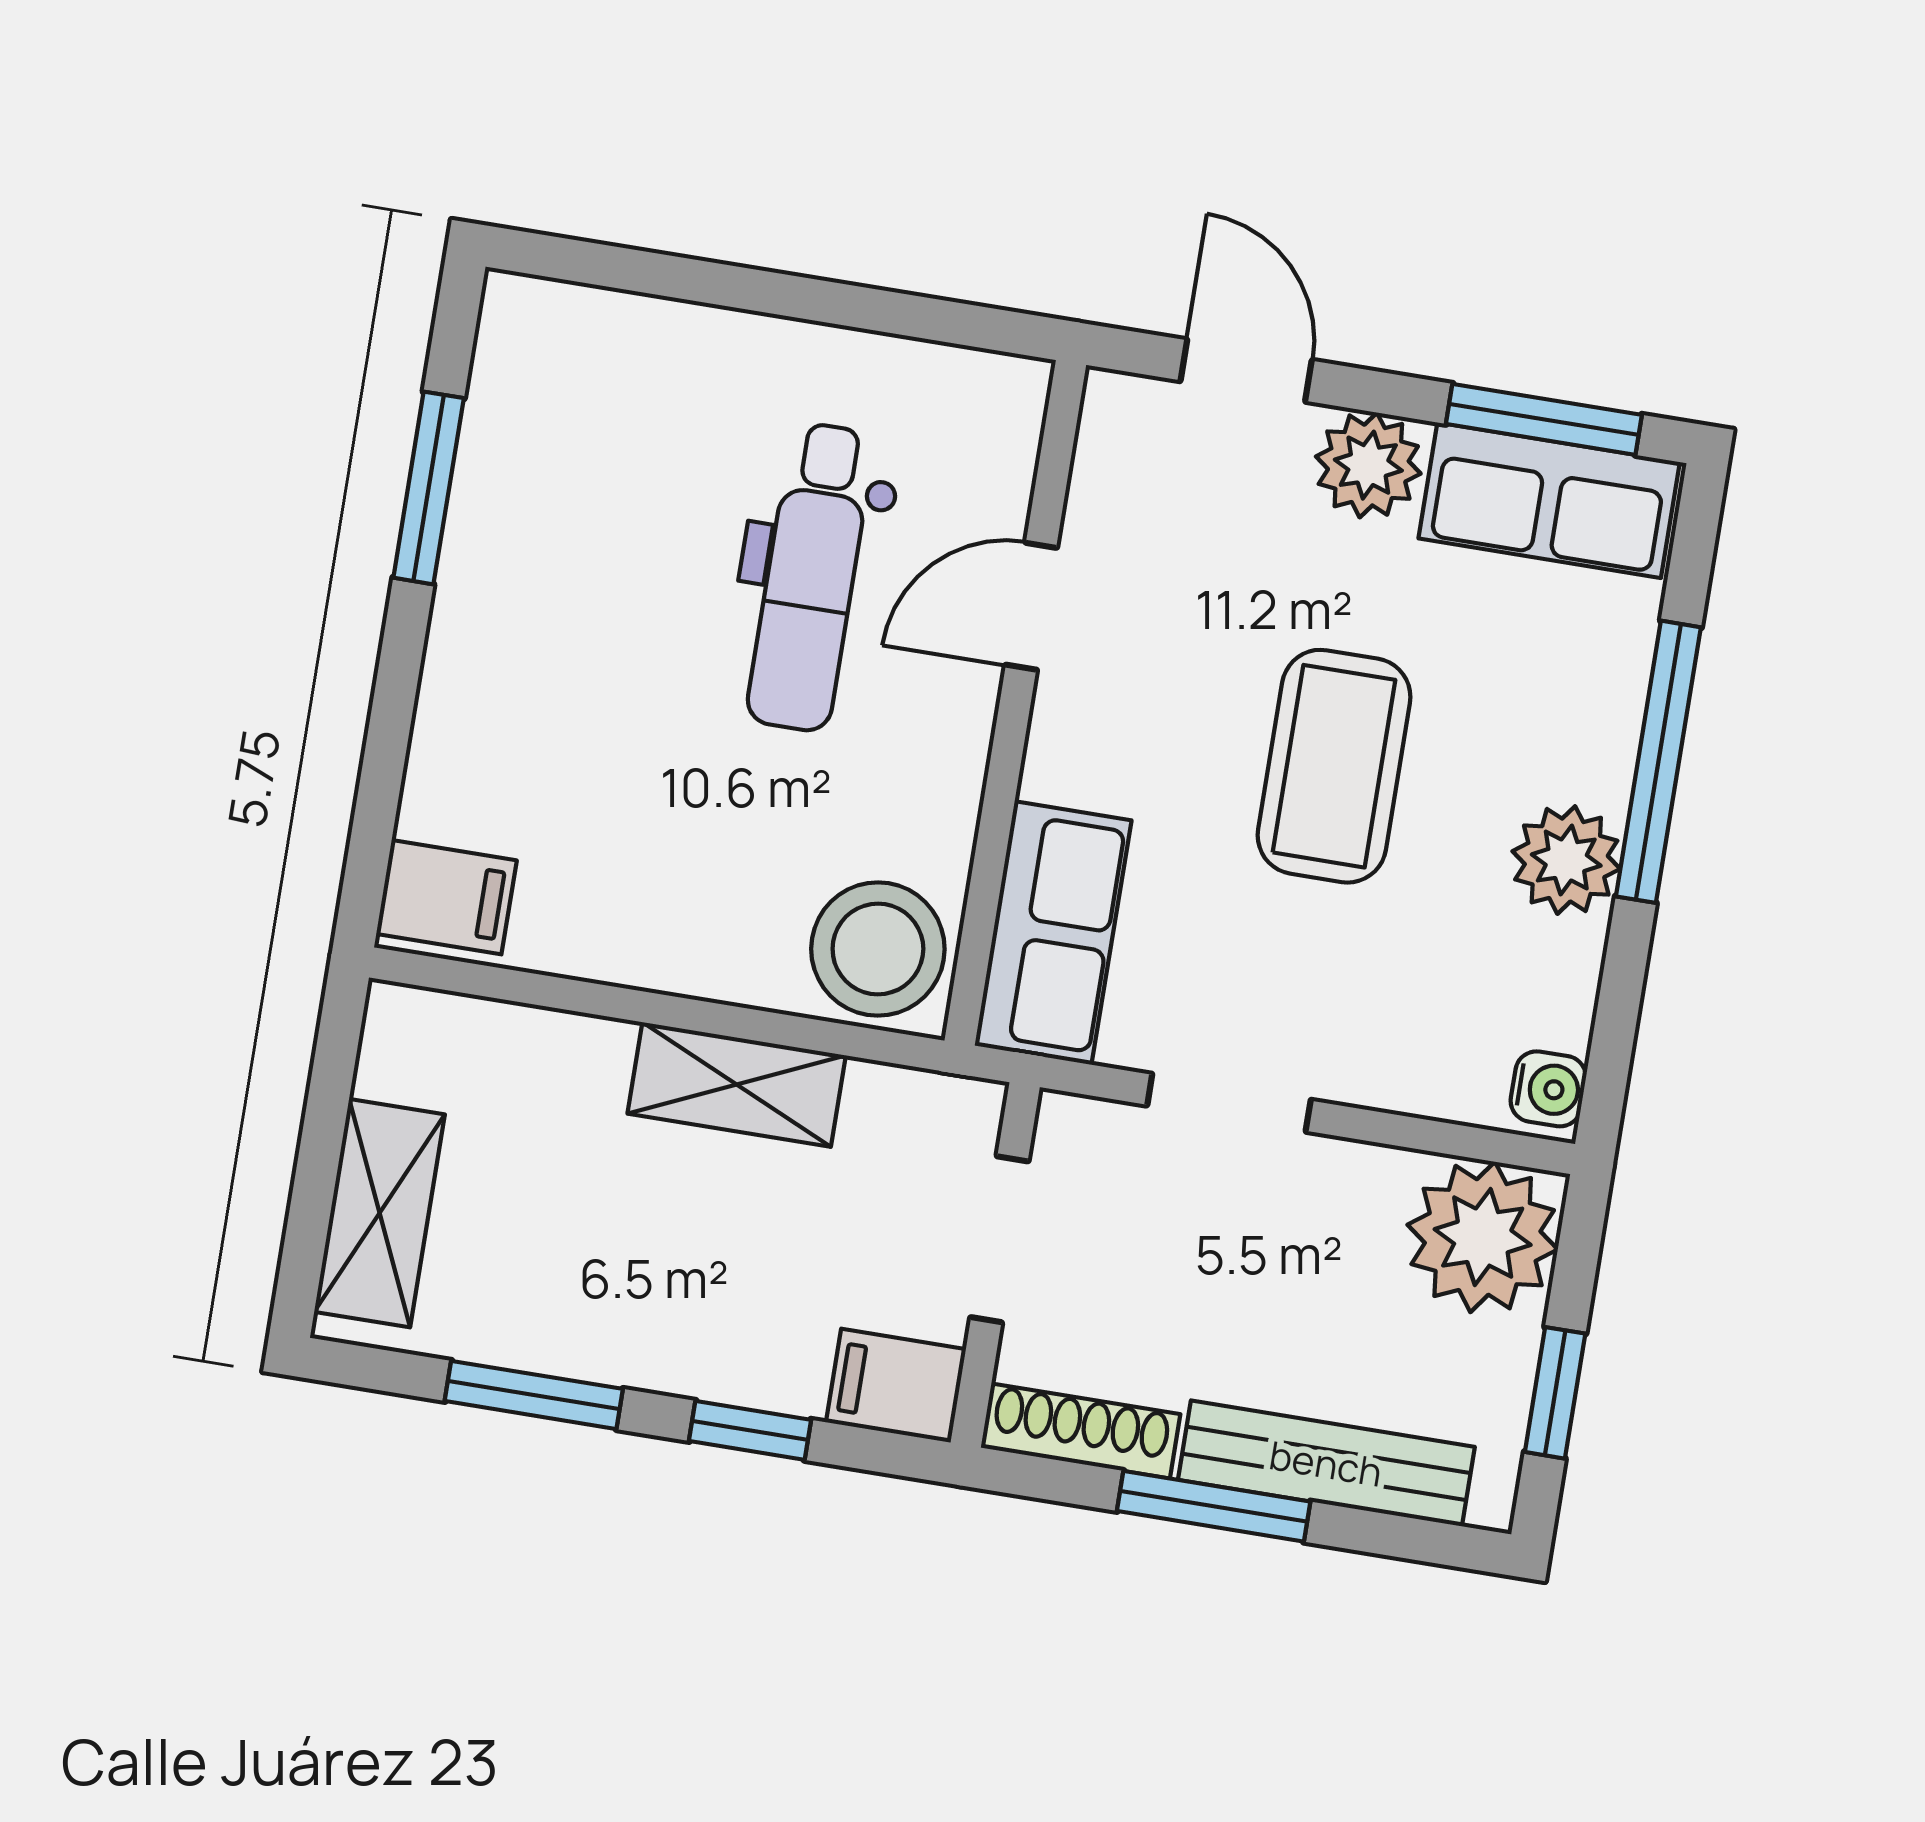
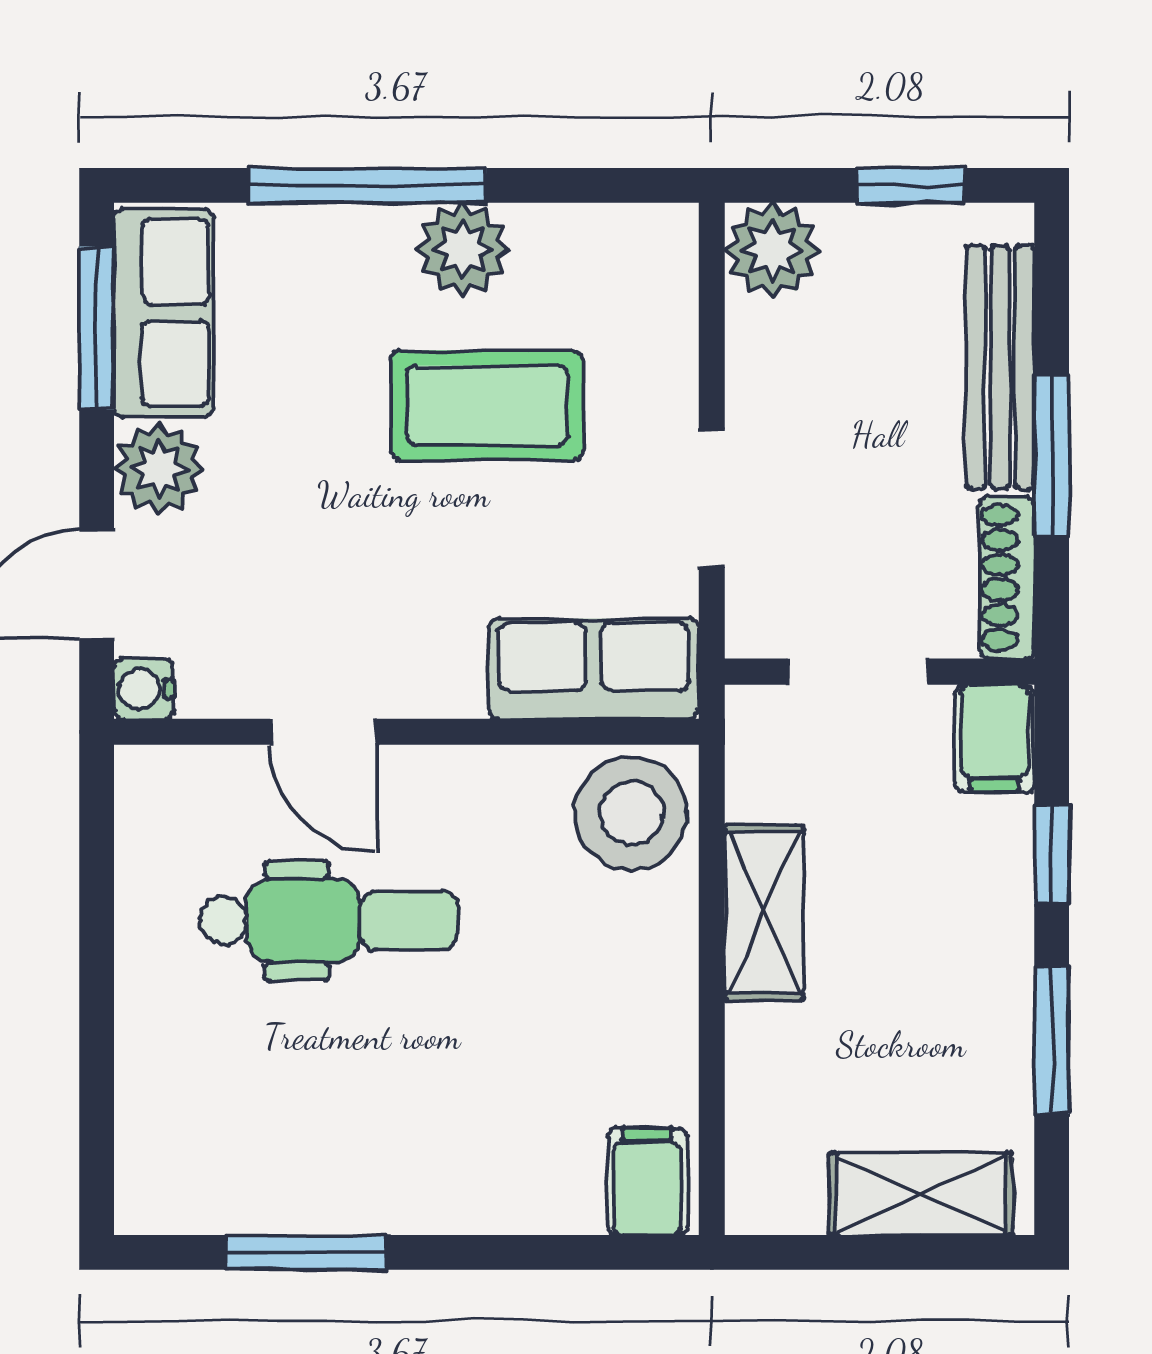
coffee table: (1334, 766) -> (487, 405), moved
water cooler: (1548, 1089) -> (144, 689), moved, turned -90
plant: (1483, 1237) -> (772, 250), width x0.73, depth x0.73

